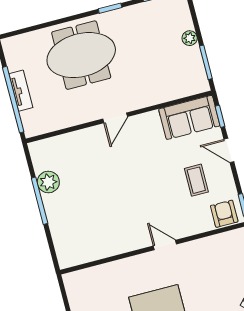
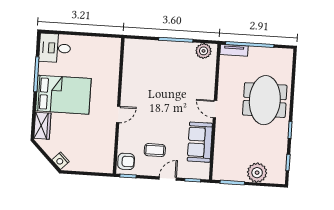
plant: (190, 38) -> (257, 173), width x1.88, depth x1.88
tv unit: (21, 91) -> (234, 50), moved
sofa: (189, 117) -> (200, 142), moved
plant: (48, 182) -> (204, 51), moved

